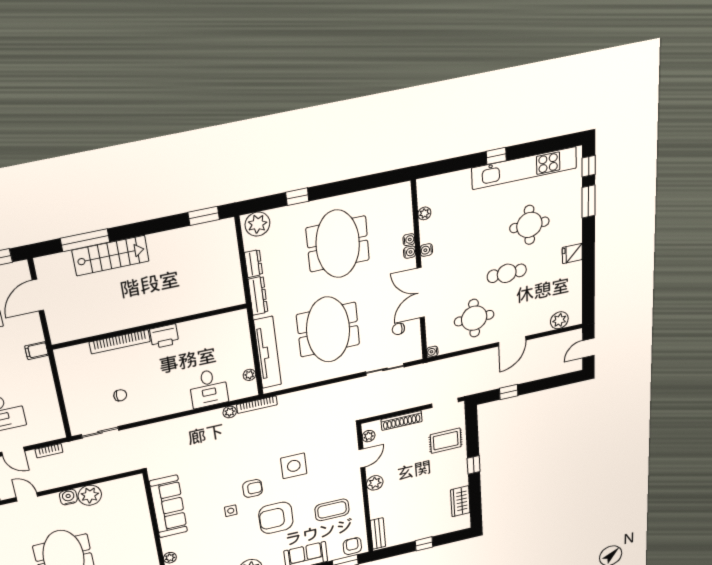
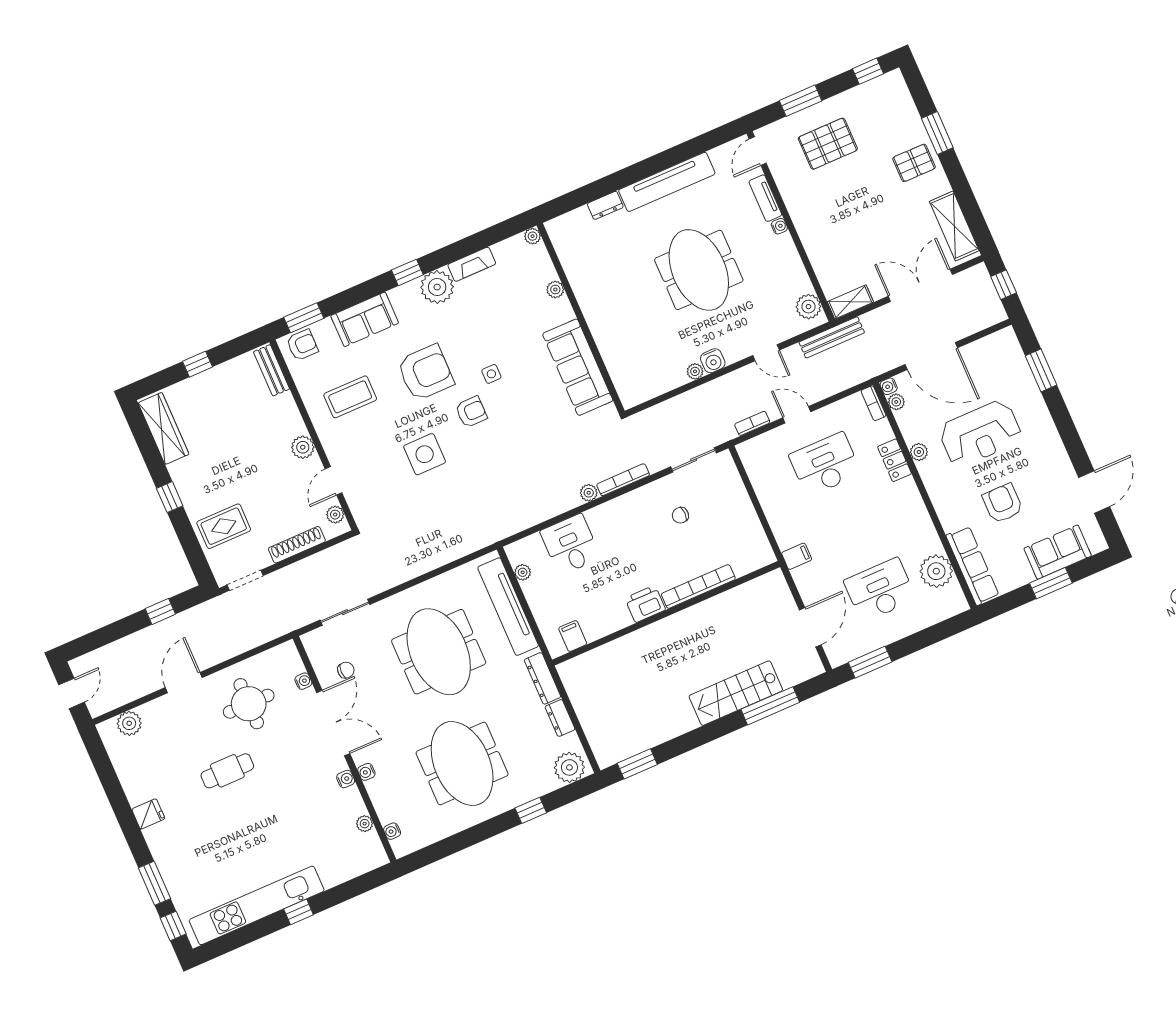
round table: (529, 225) -> (222, 838), removed
water cooler: (409, 240) -> (392, 831), moved
filing cabinet: (226, 323) -> (573, 636), added
water cooler: (432, 352) -> (303, 681), moved
bookcase: (257, 405) -> (623, 480), moved
plant: (230, 412) -> (589, 493), moved
armchair: (252, 488) -> (471, 412), turned 180
plant: (90, 495) -> (695, 371), width x0.53, depth x0.53
wardrobe: (460, 501) -> (163, 428), width x1.50
armchair: (352, 546) -> (302, 345), turned -90

